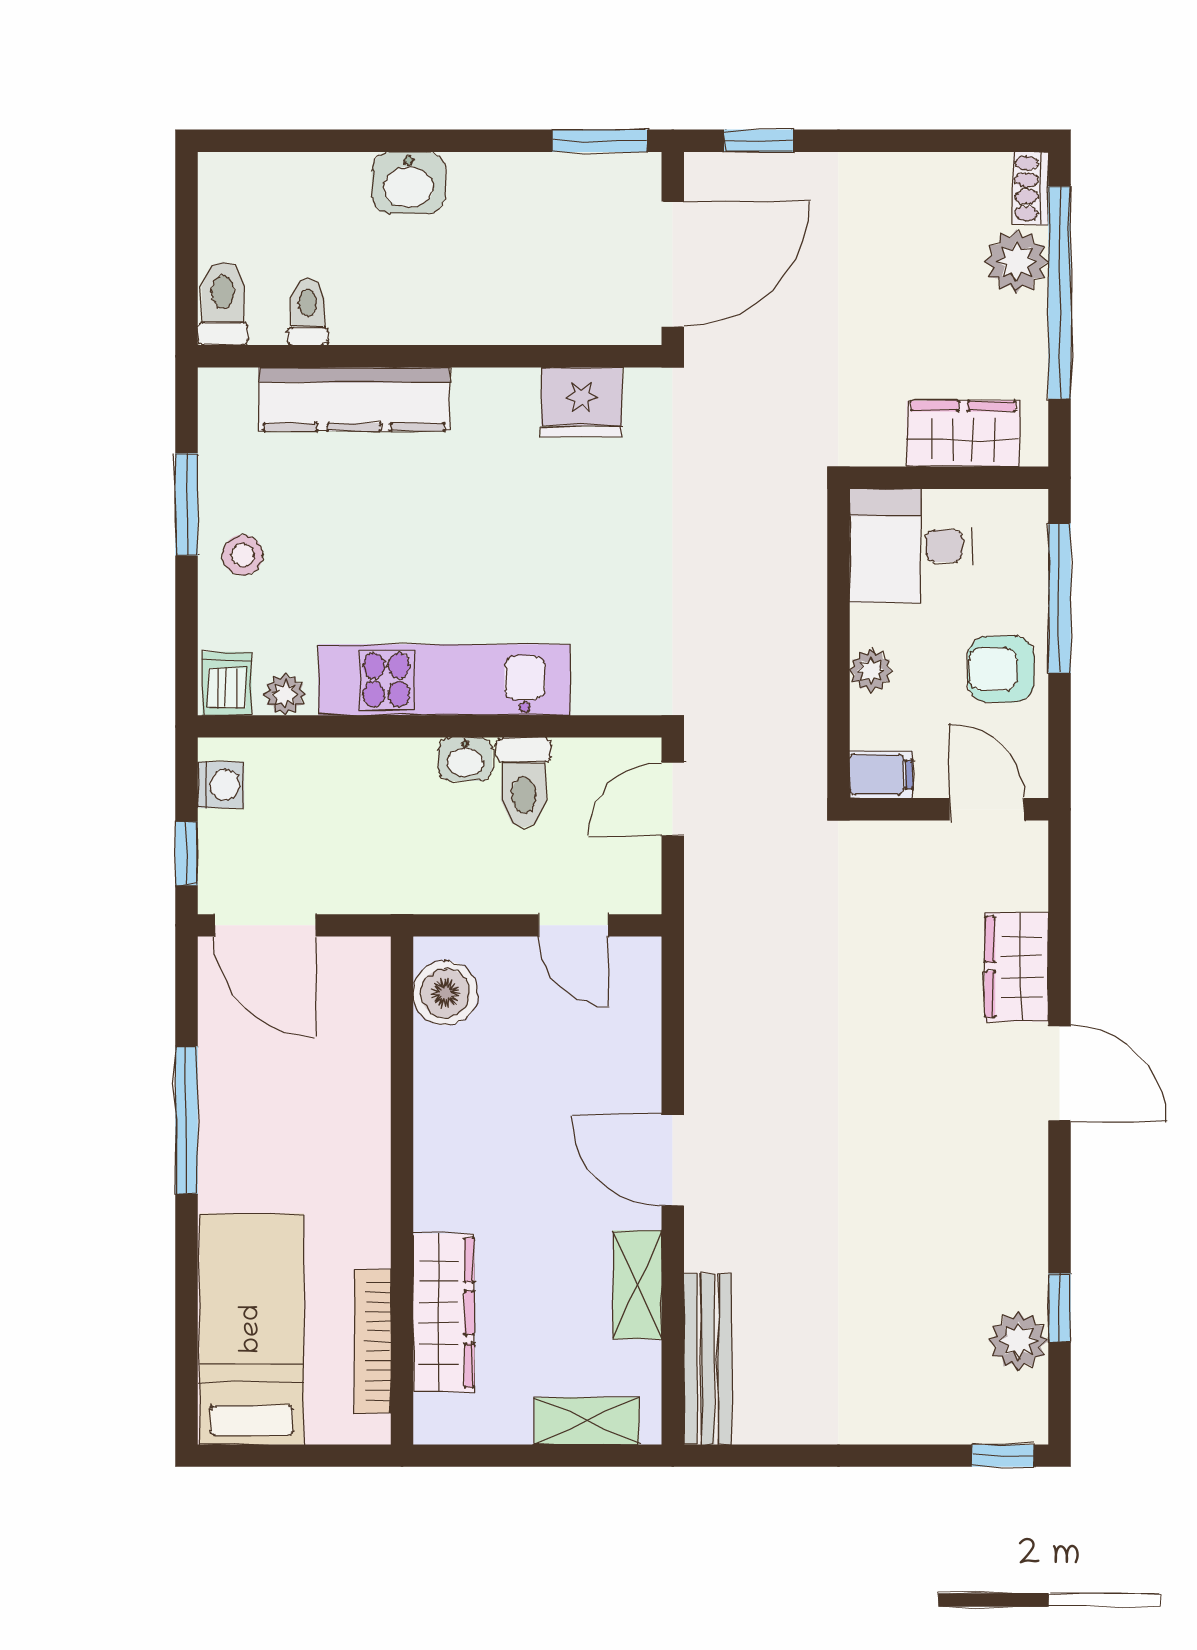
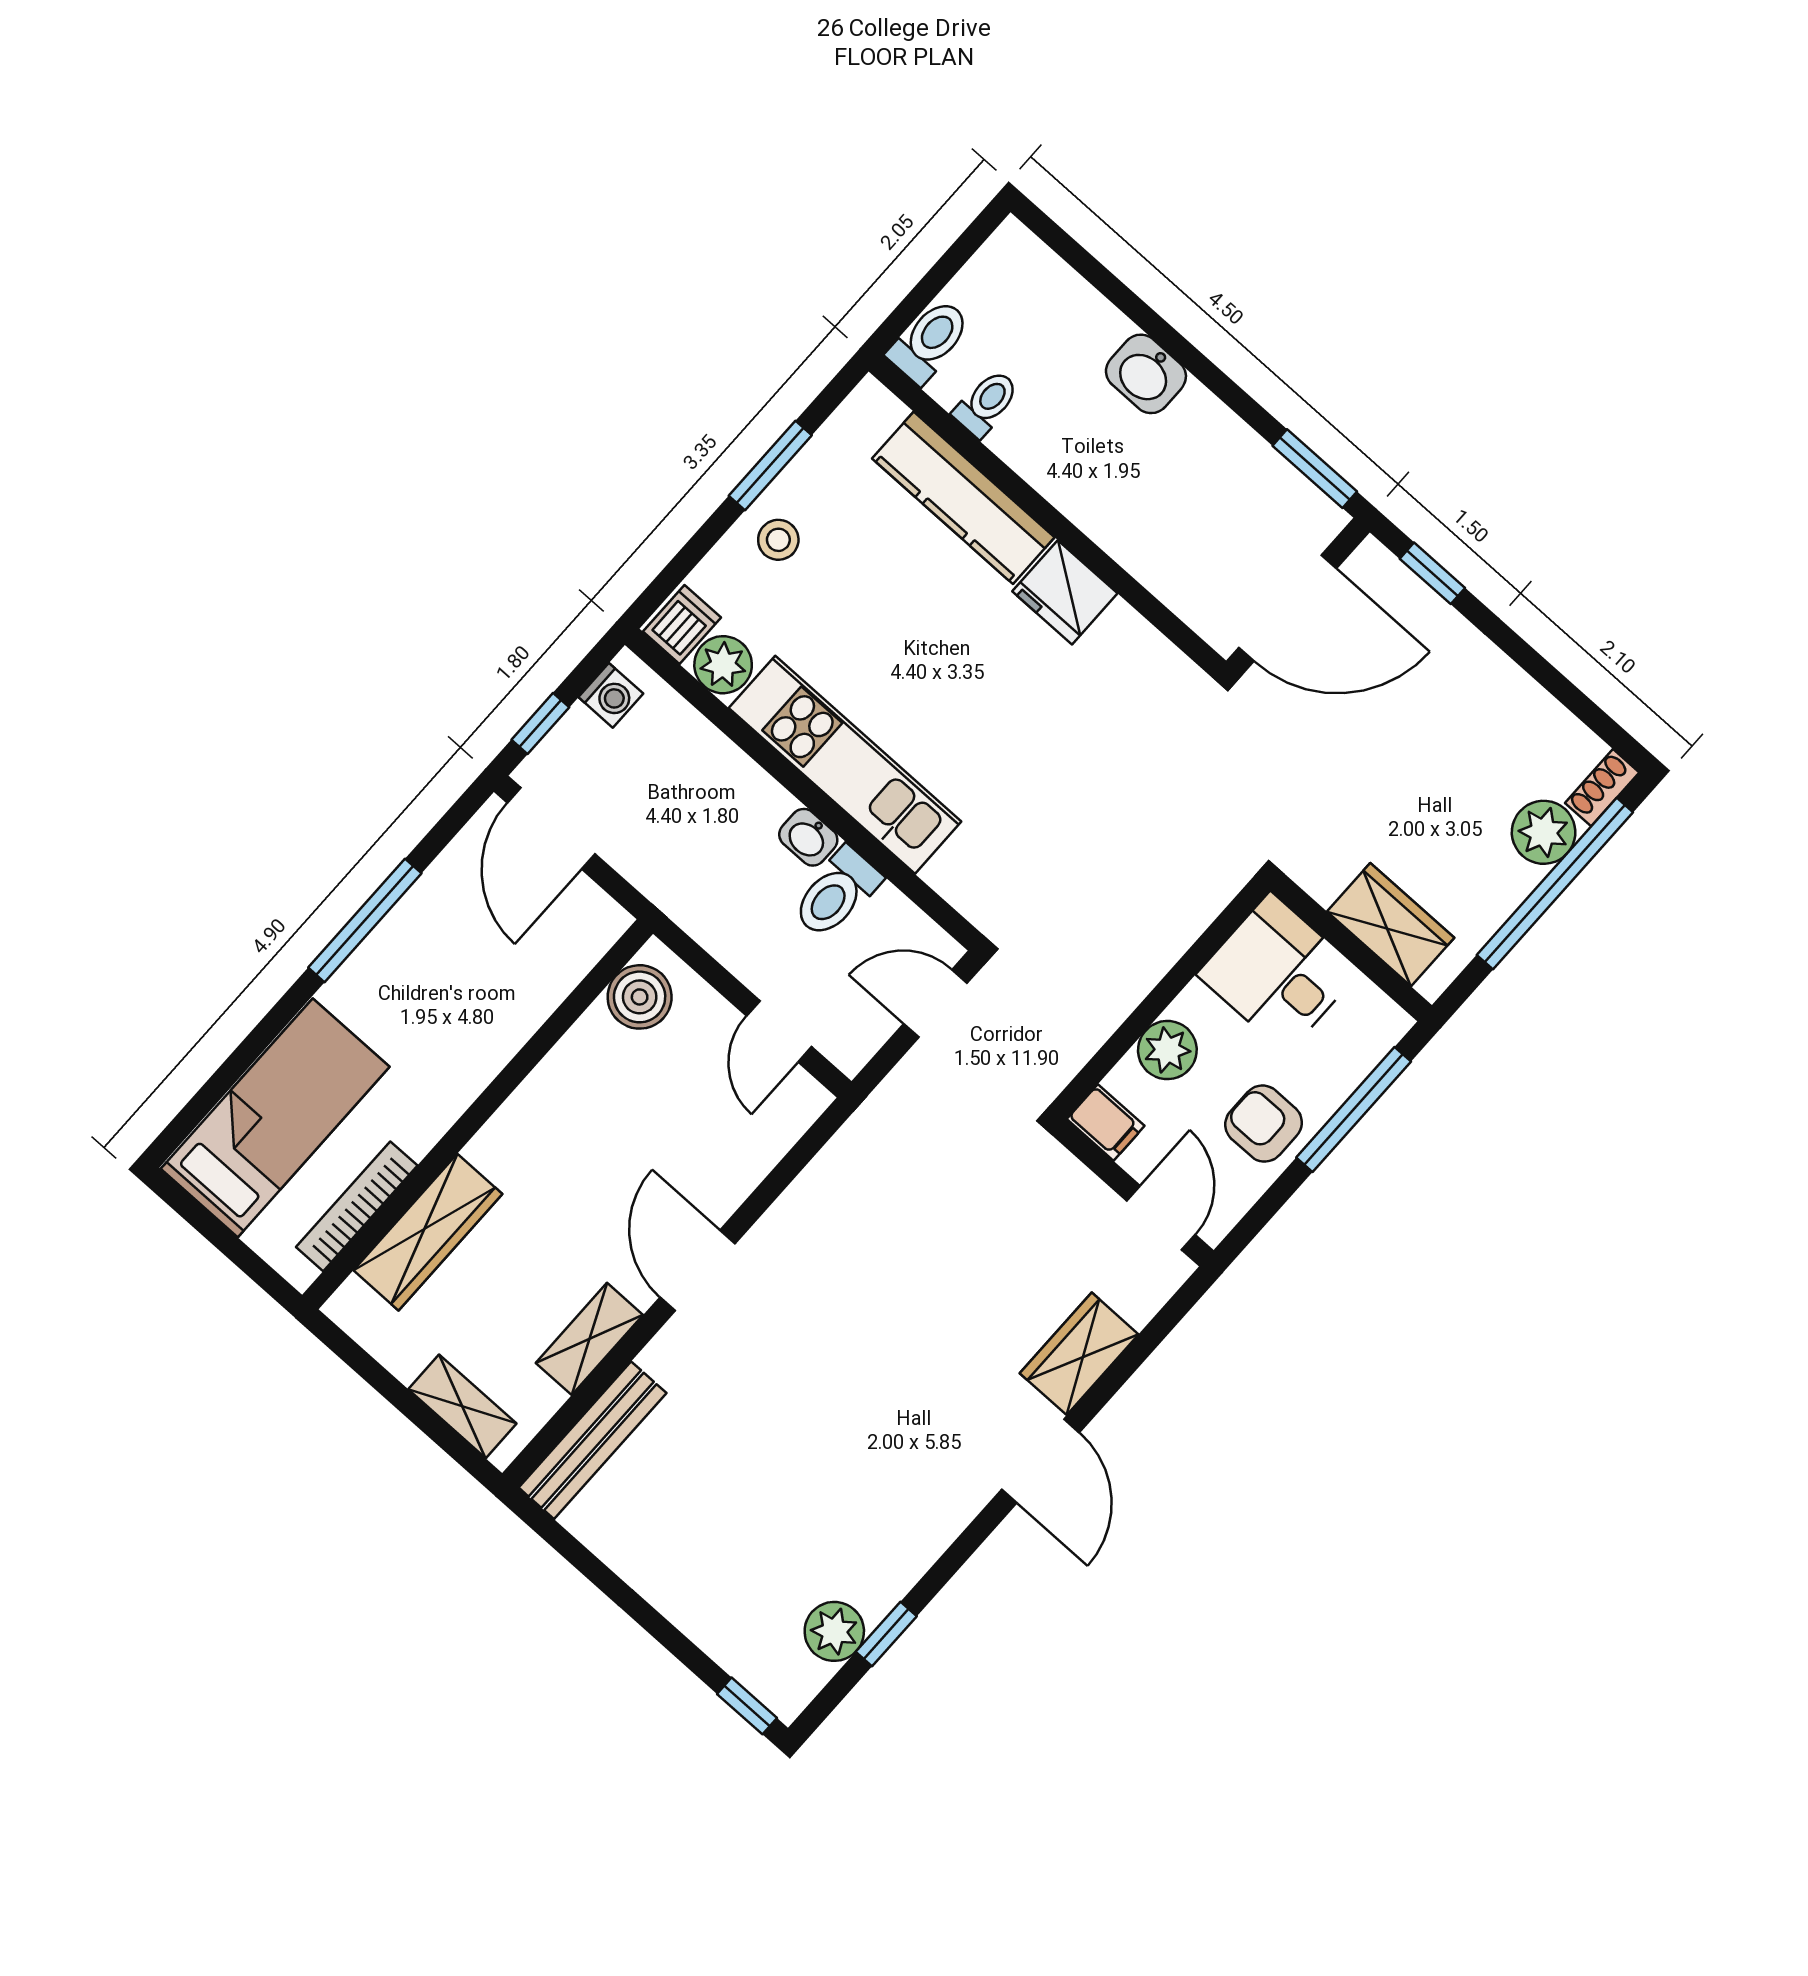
fridge: (581, 402) -> (1065, 592), moved
plant: (871, 670) -> (1167, 1050), width x1.38, depth x1.38
plant: (285, 694) -> (723, 665), width x1.38, depth x1.38

